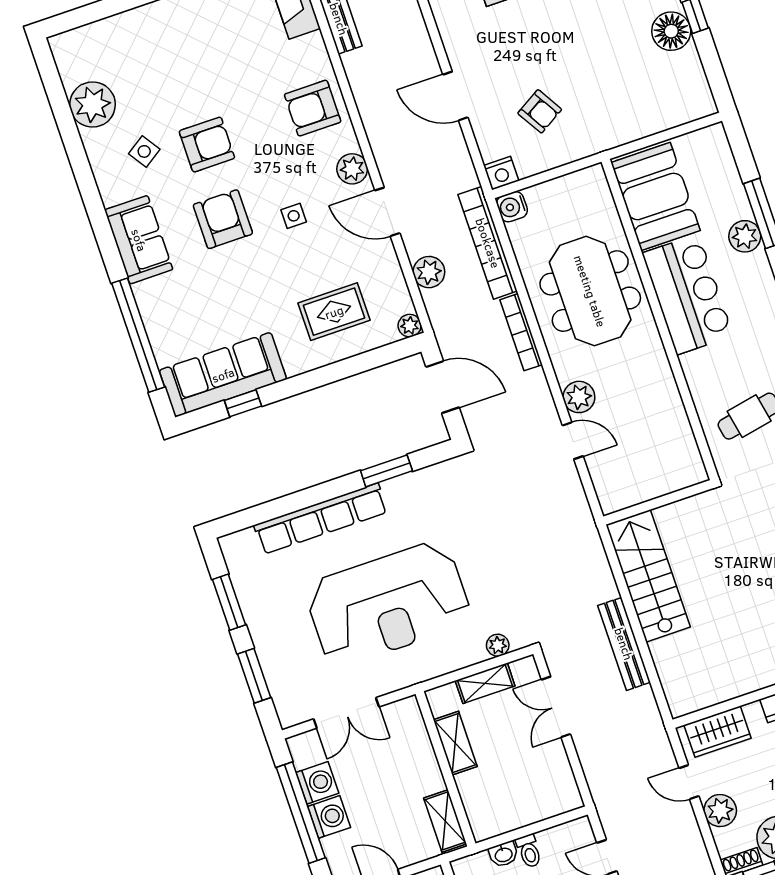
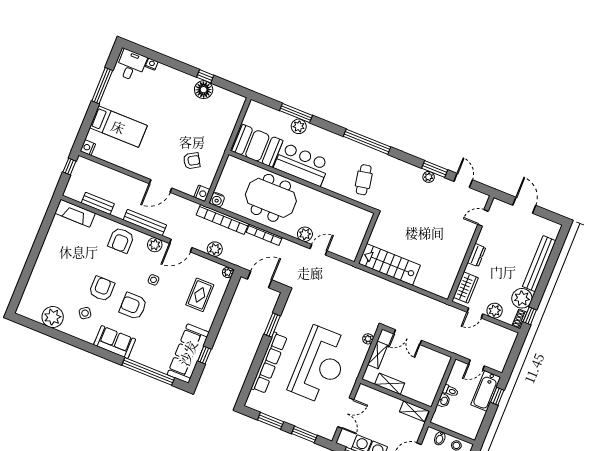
bench: (624, 644) -> (145, 222), moved

